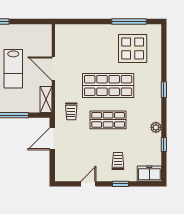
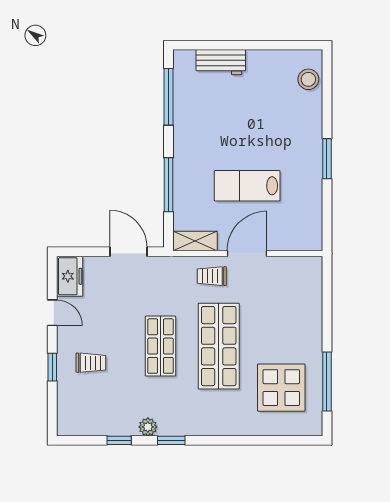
window: (164, 90) -> (171, 440), moved
trolley: (71, 111) -> (212, 276), moved
freezer: (149, 174) -> (70, 276), moved

